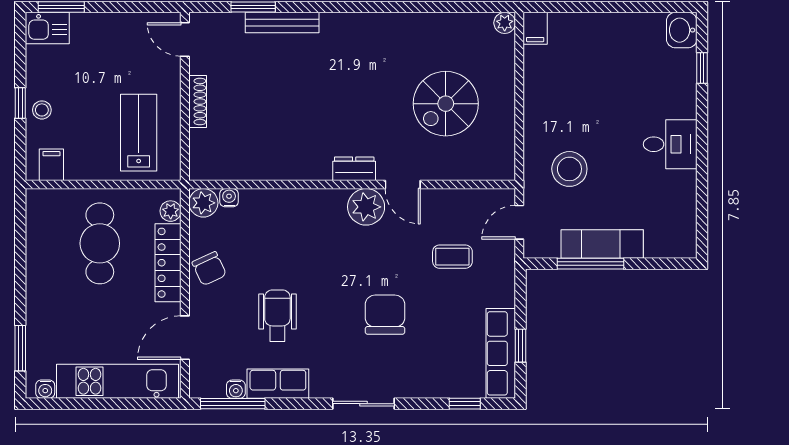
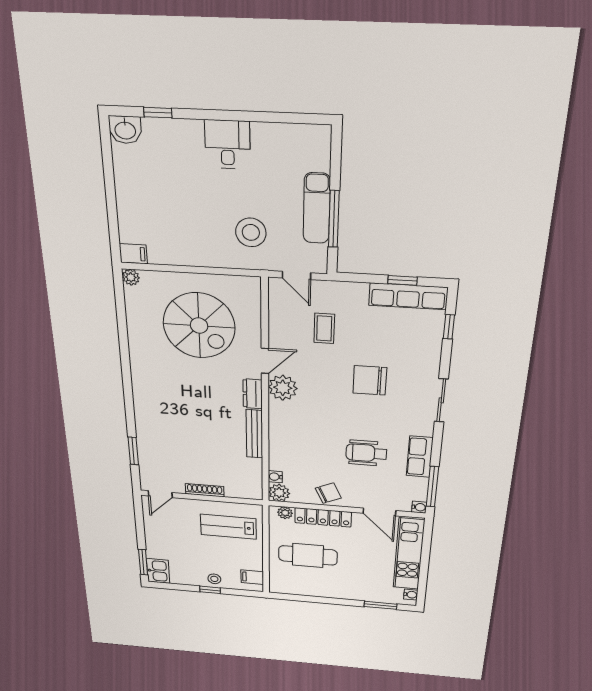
bench: (282, 23) -> (254, 434), moved
spiral stairs: (446, 104) -> (199, 326), width x1.37, depth x1.37
water cooler: (236, 389) -> (419, 507), moved

